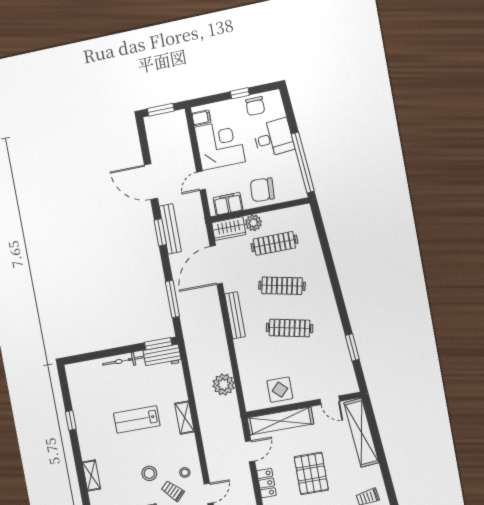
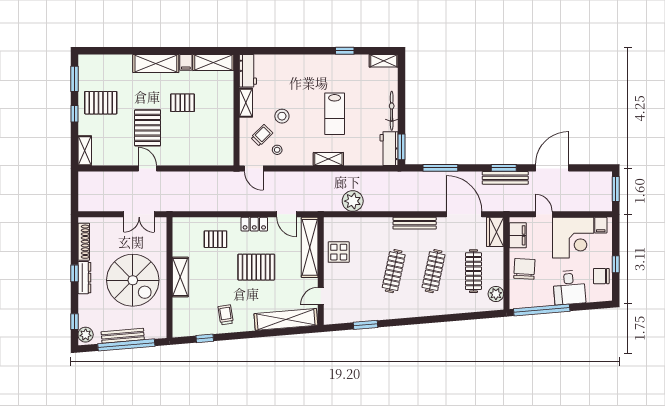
plant: (253, 223) -> (496, 294), moved
lab bench: (137, 419) -> (335, 114), turned 180
shelving: (91, 475) -> (384, 61), moved

